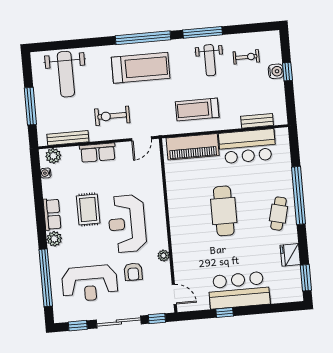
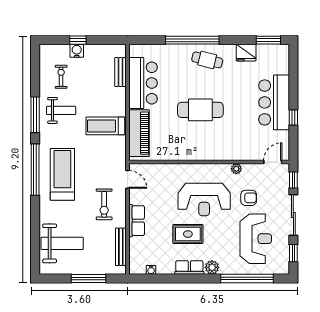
treadmill: (197, 110) -> (105, 126), turned 90
plant: (53, 156) -> (136, 262), removed

